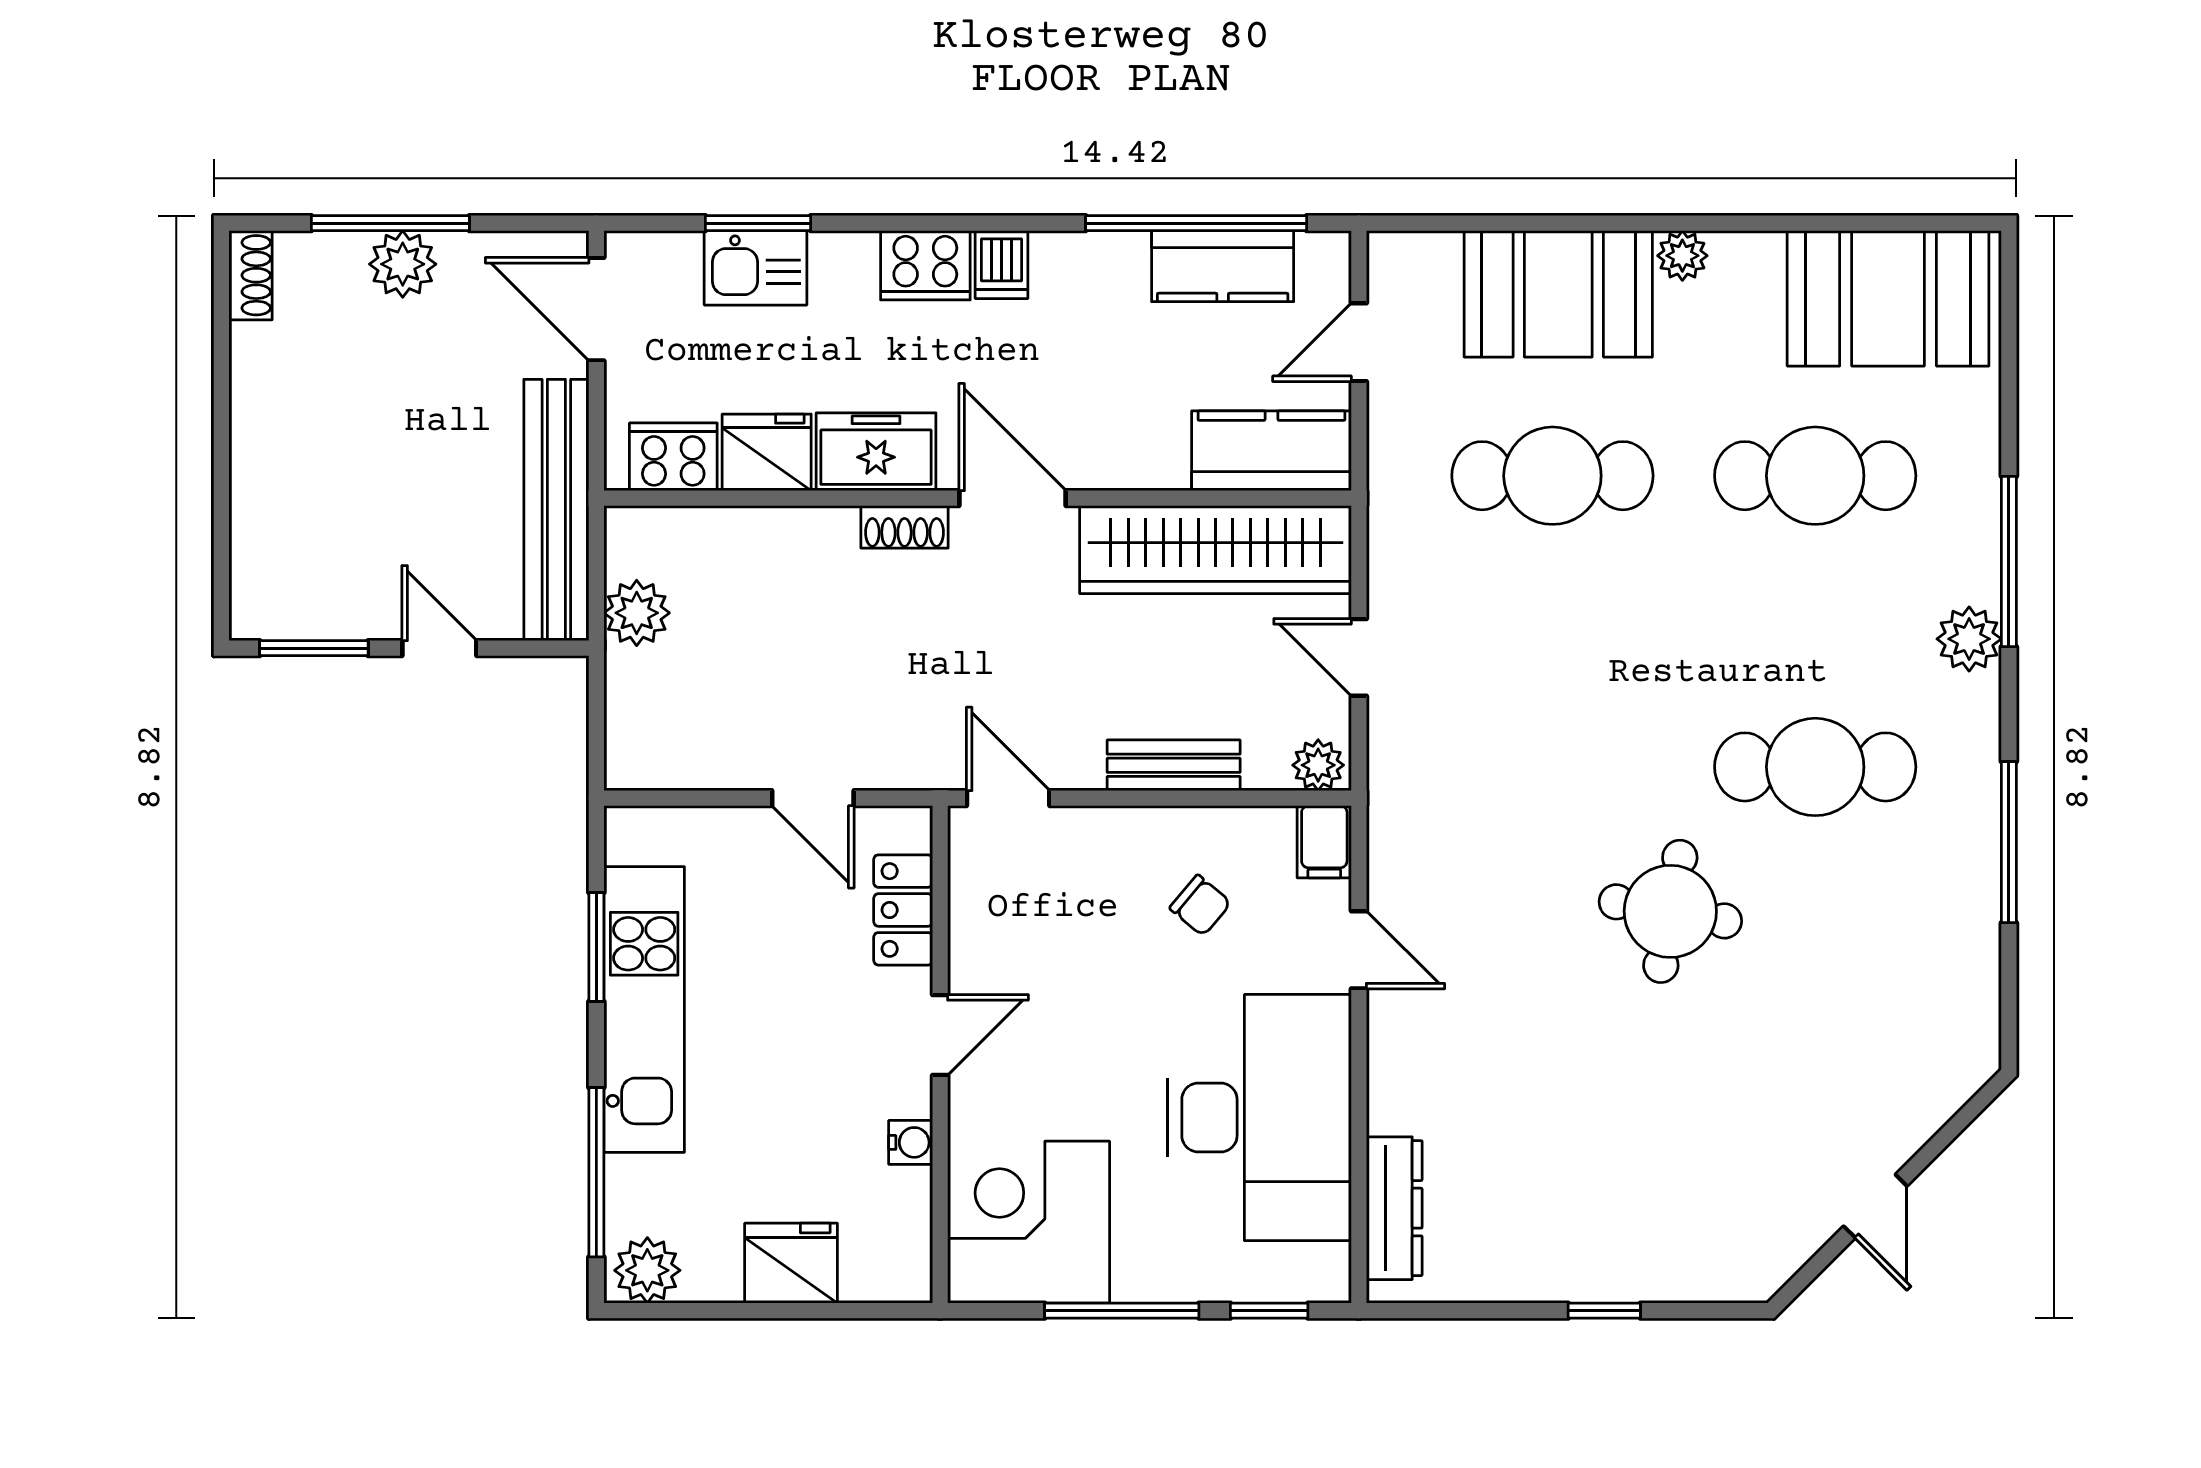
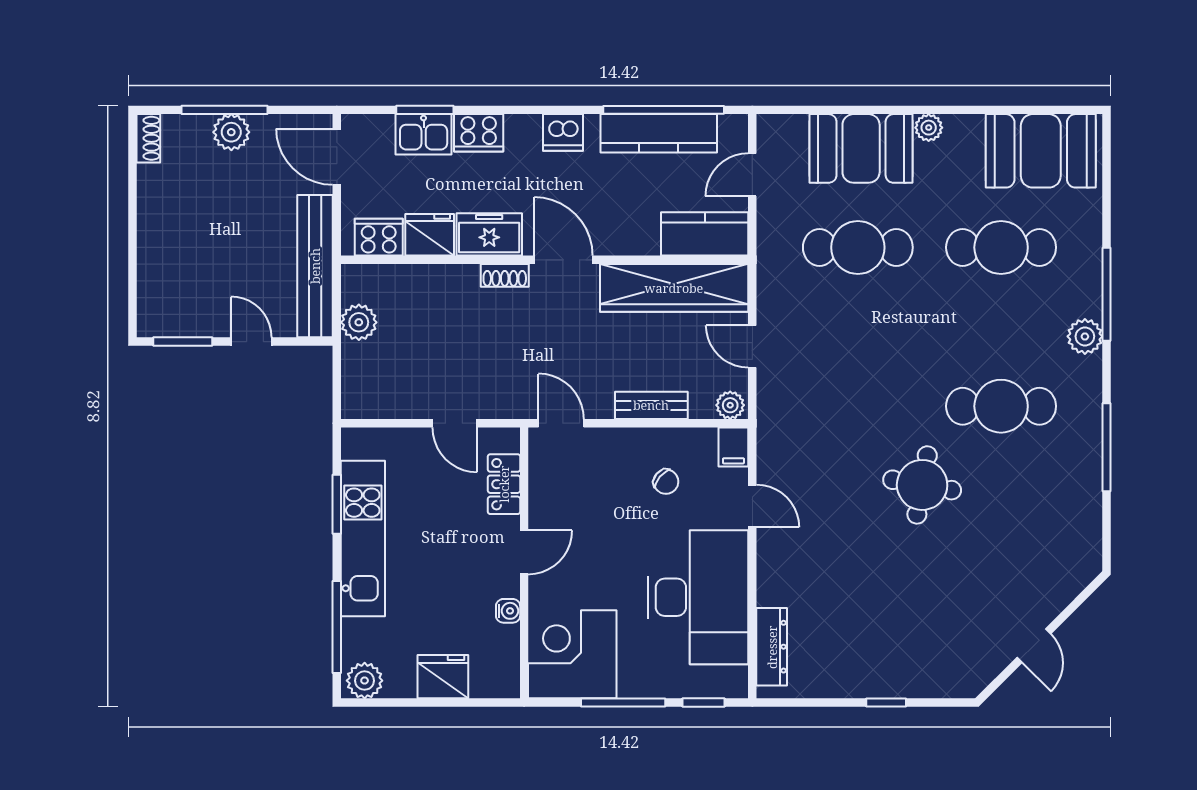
cooker: (925, 265) -> (479, 133), moved
dishwasher: (1001, 265) -> (563, 132), width x1.38
kitchen counter: (1223, 266) -> (659, 133), width x1.50

